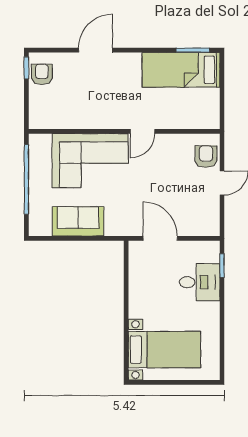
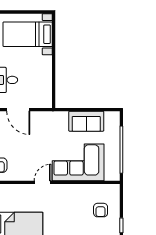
armchair: (42, 74) -> (101, 210), moved
door: (160, 238) -> (18, 110), moved

